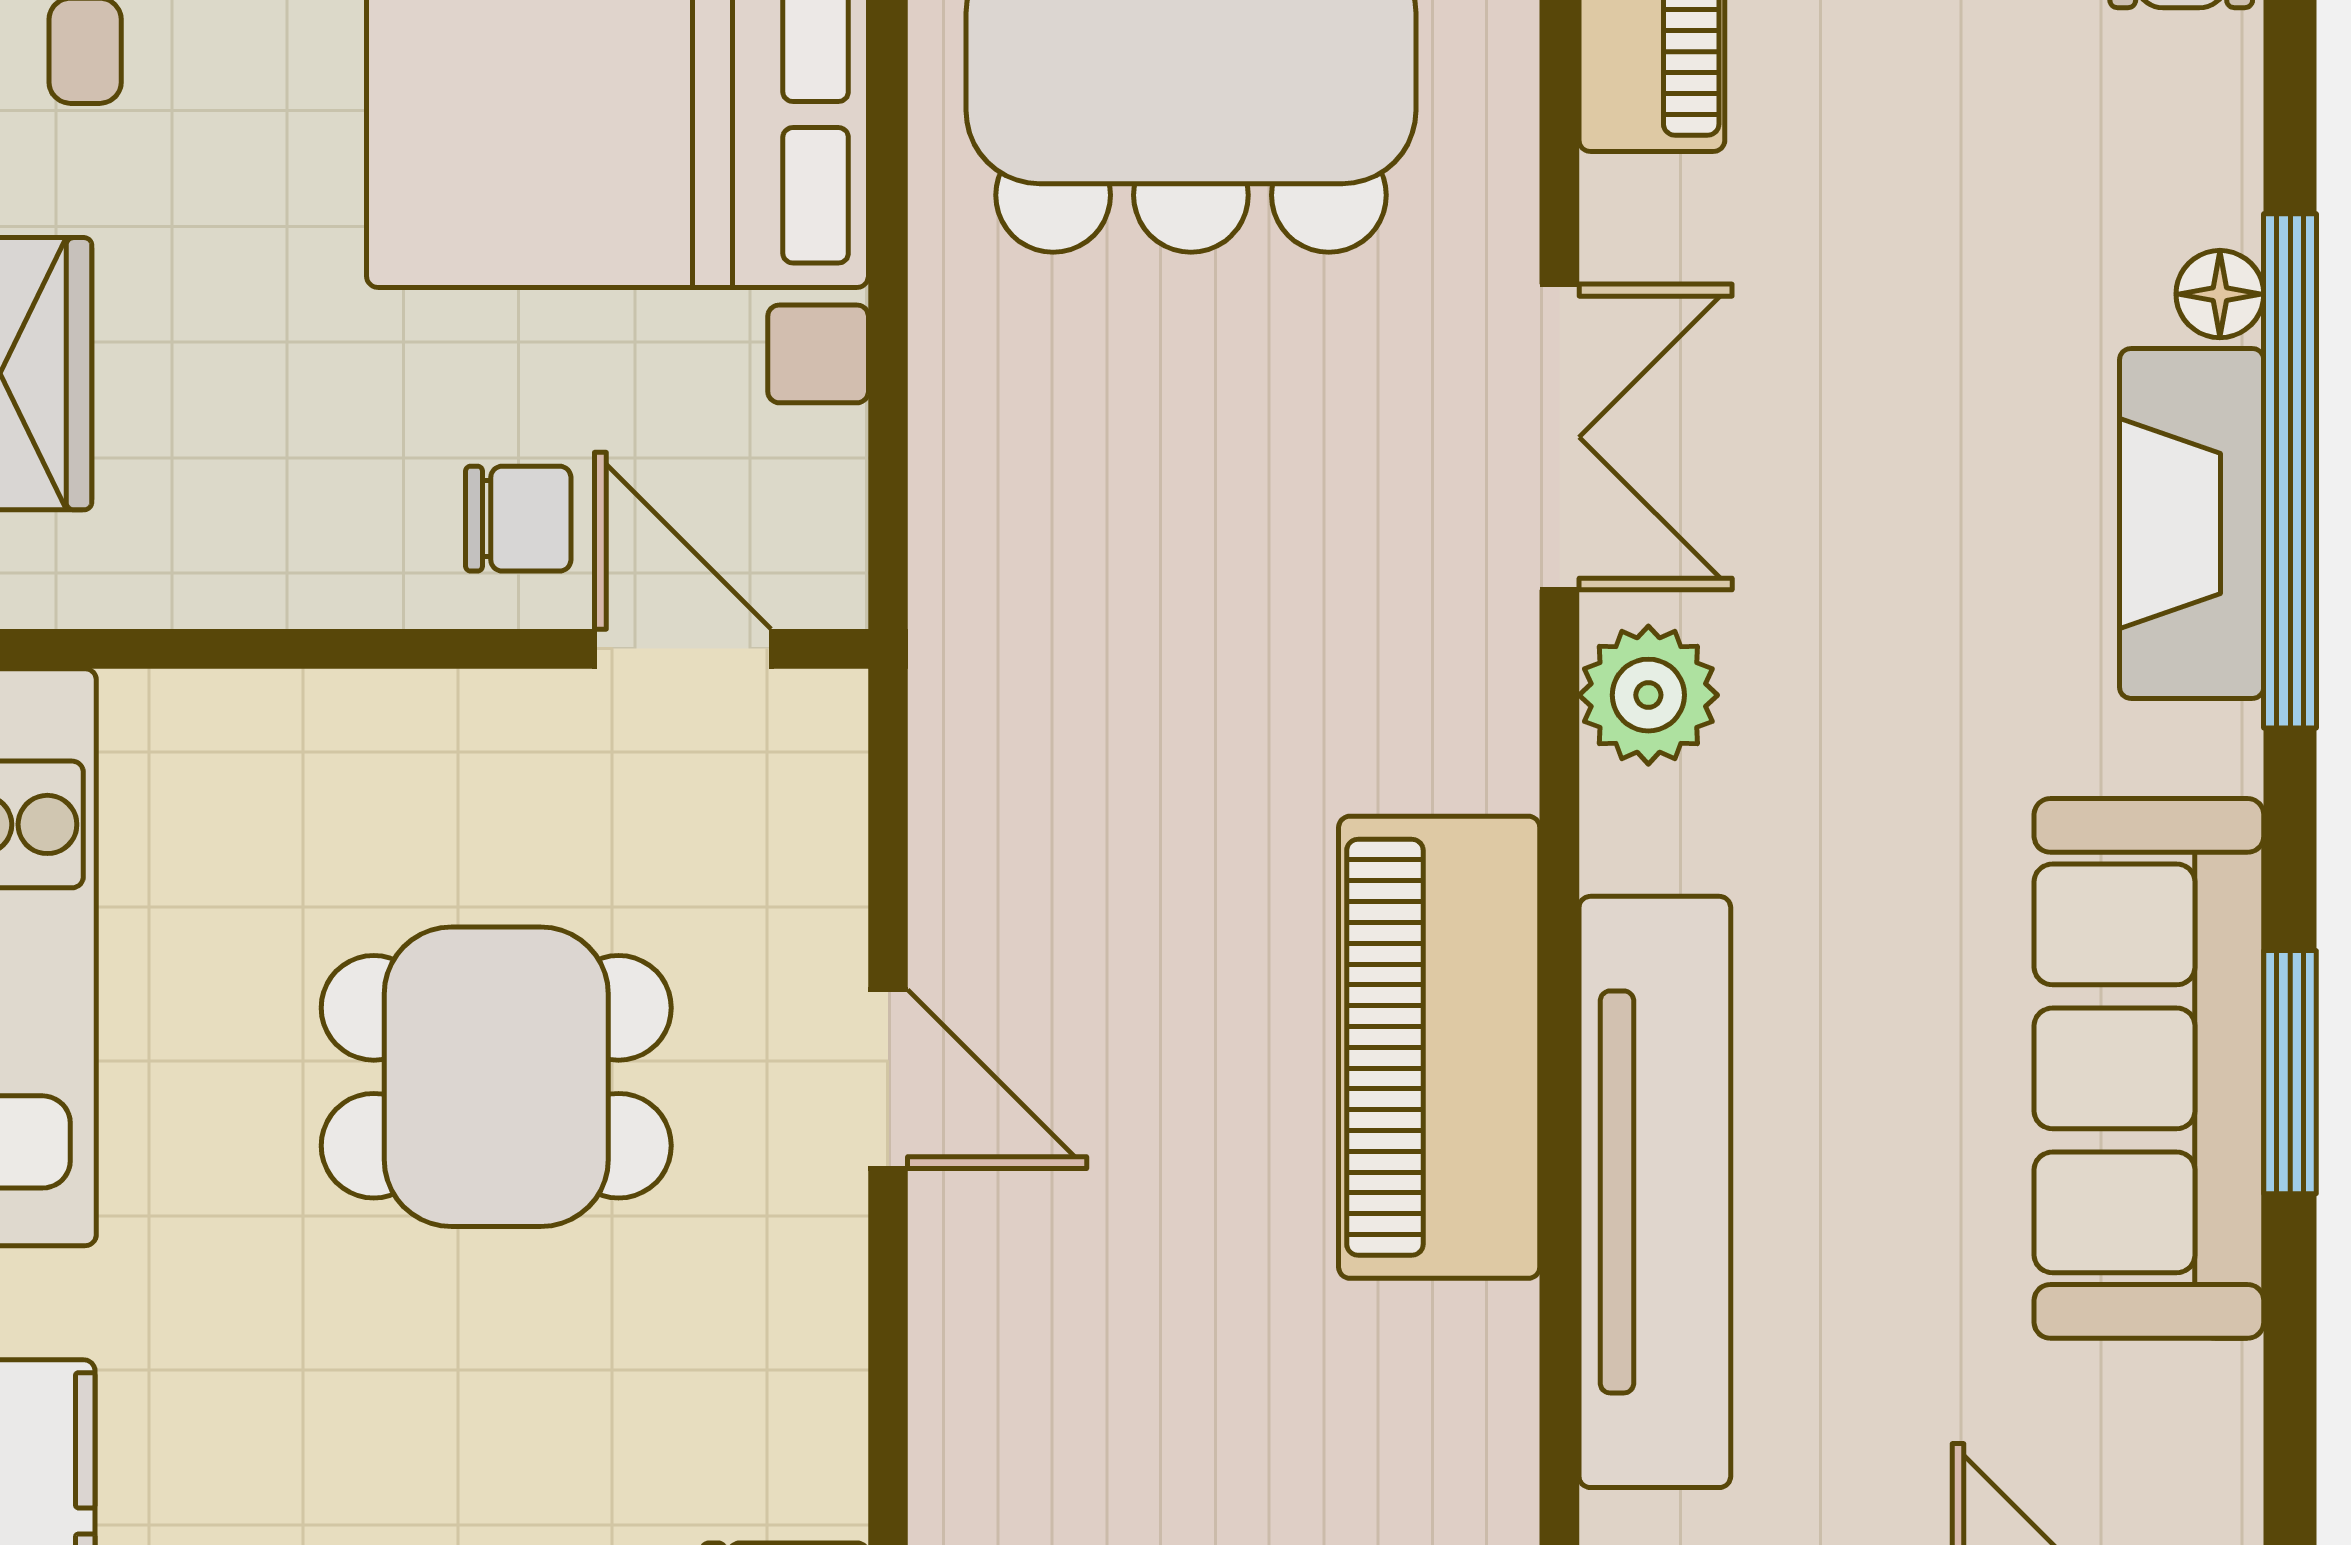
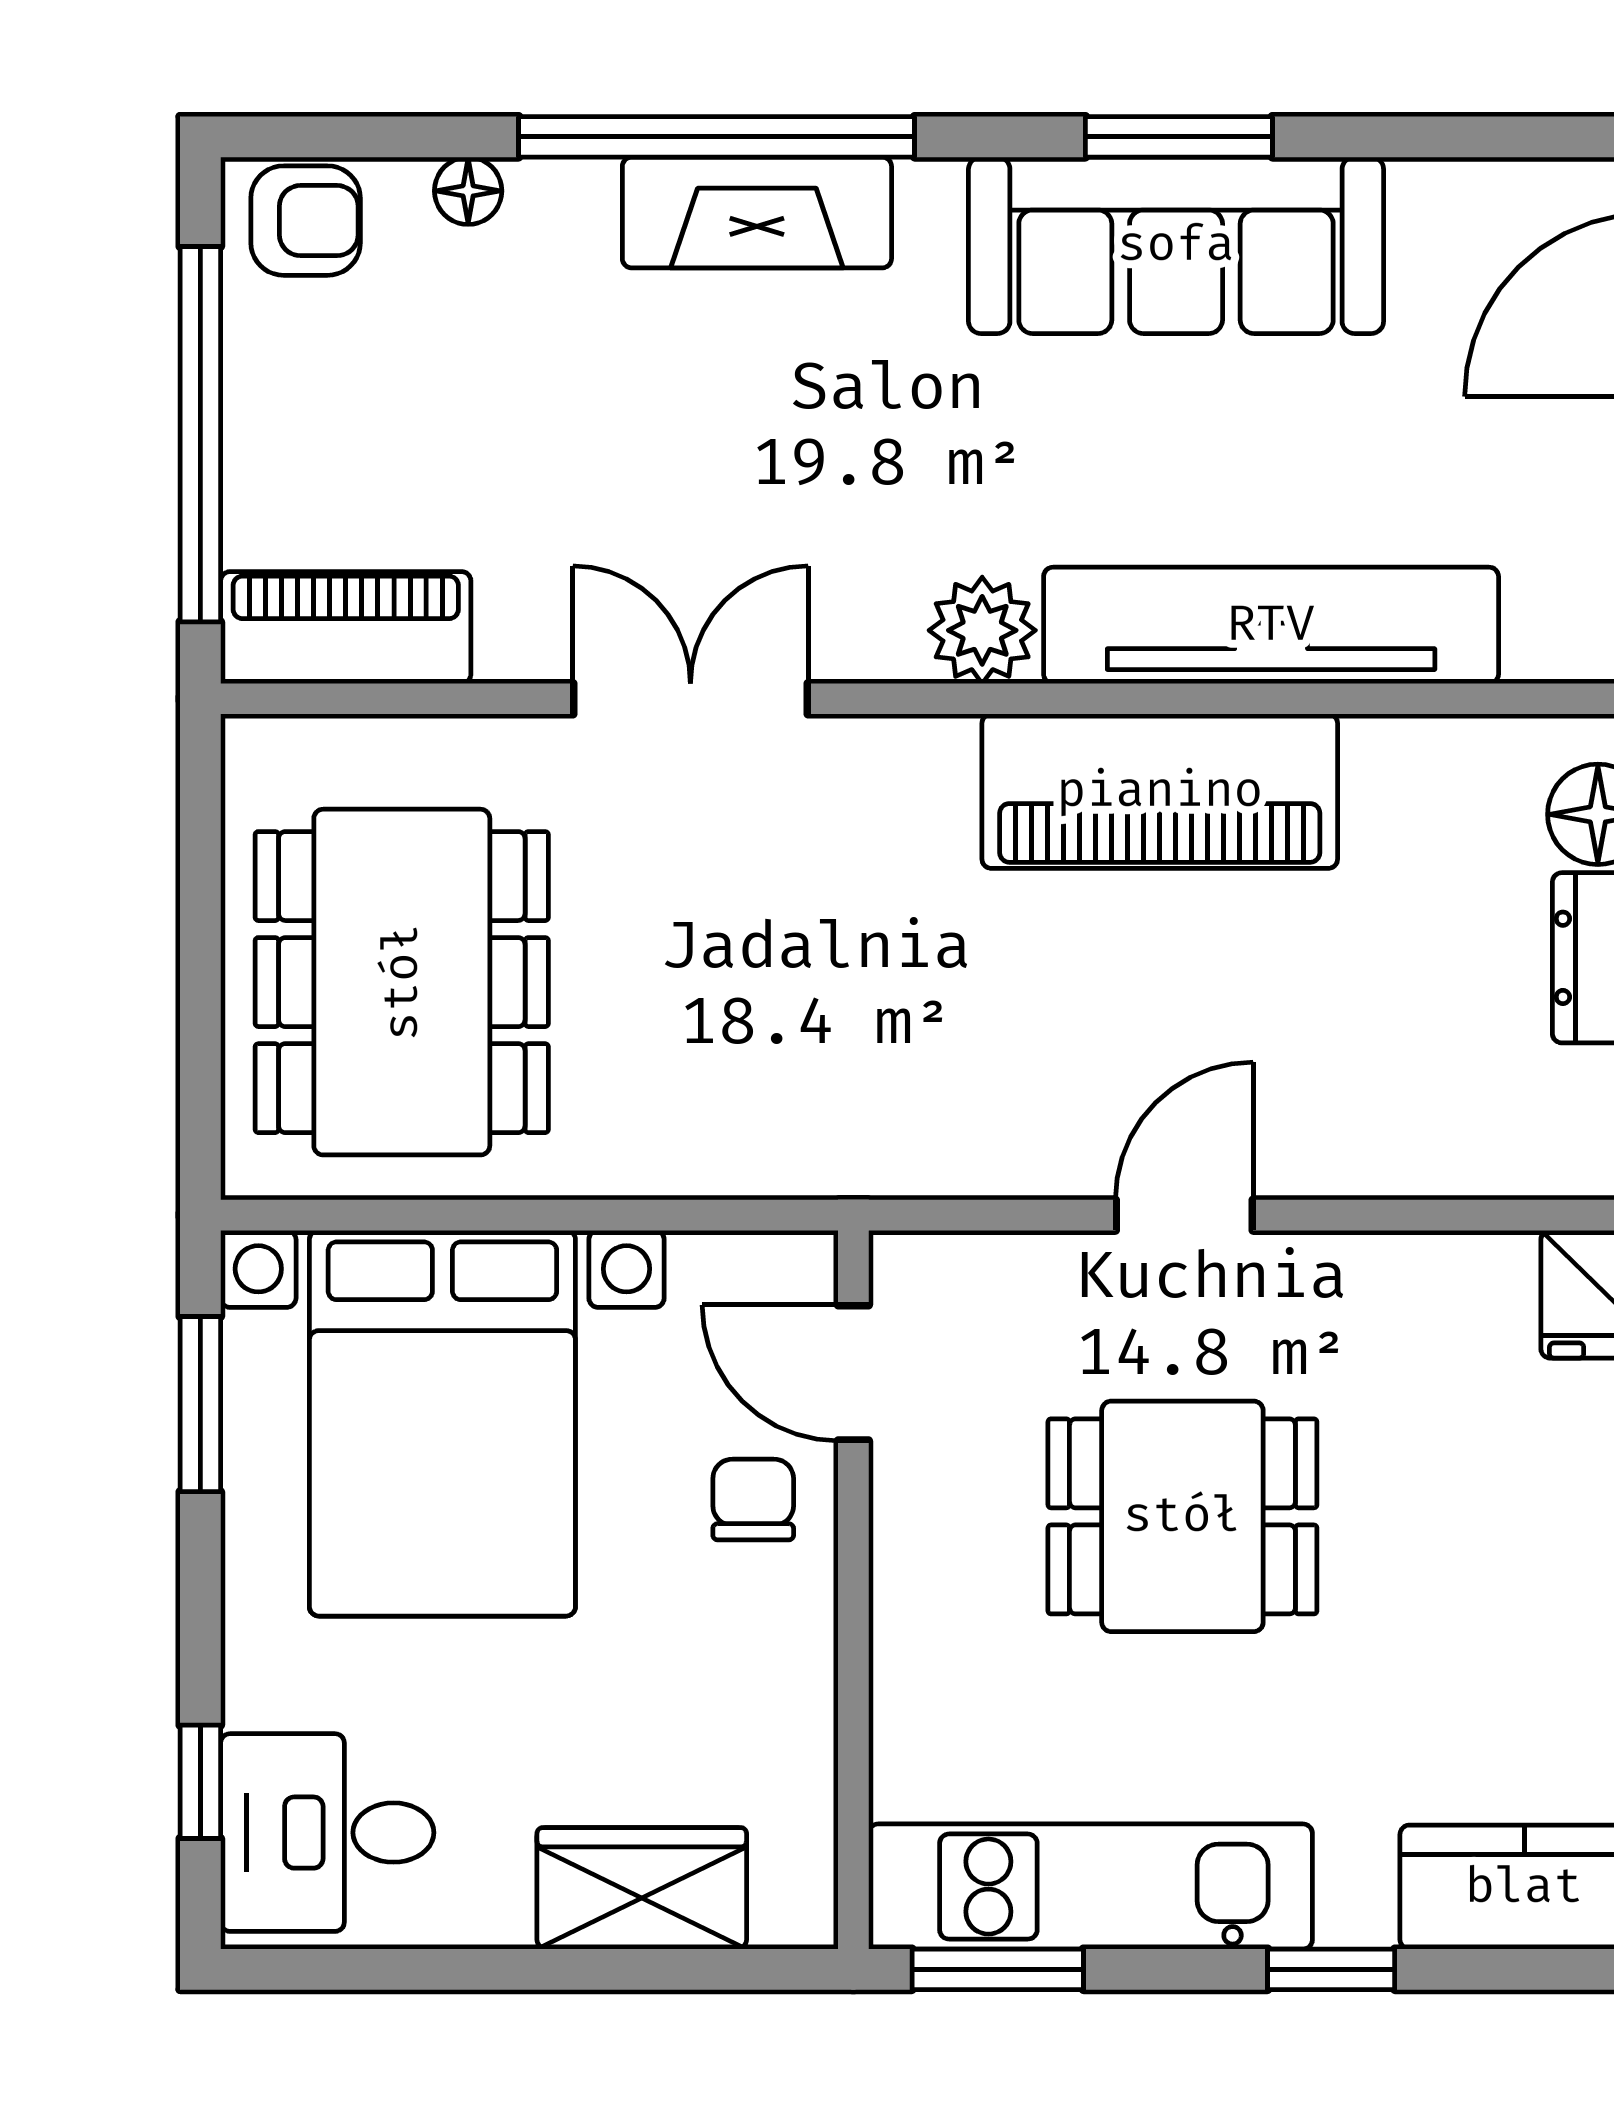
floor lamp: (2220, 294) -> (468, 191), moved
door: (683, 649) -> (853, 1373), hinge flipped
plant: (1648, 695) -> (982, 630), moved
dining table: (496, 1077) -> (1182, 1516), turned 90

